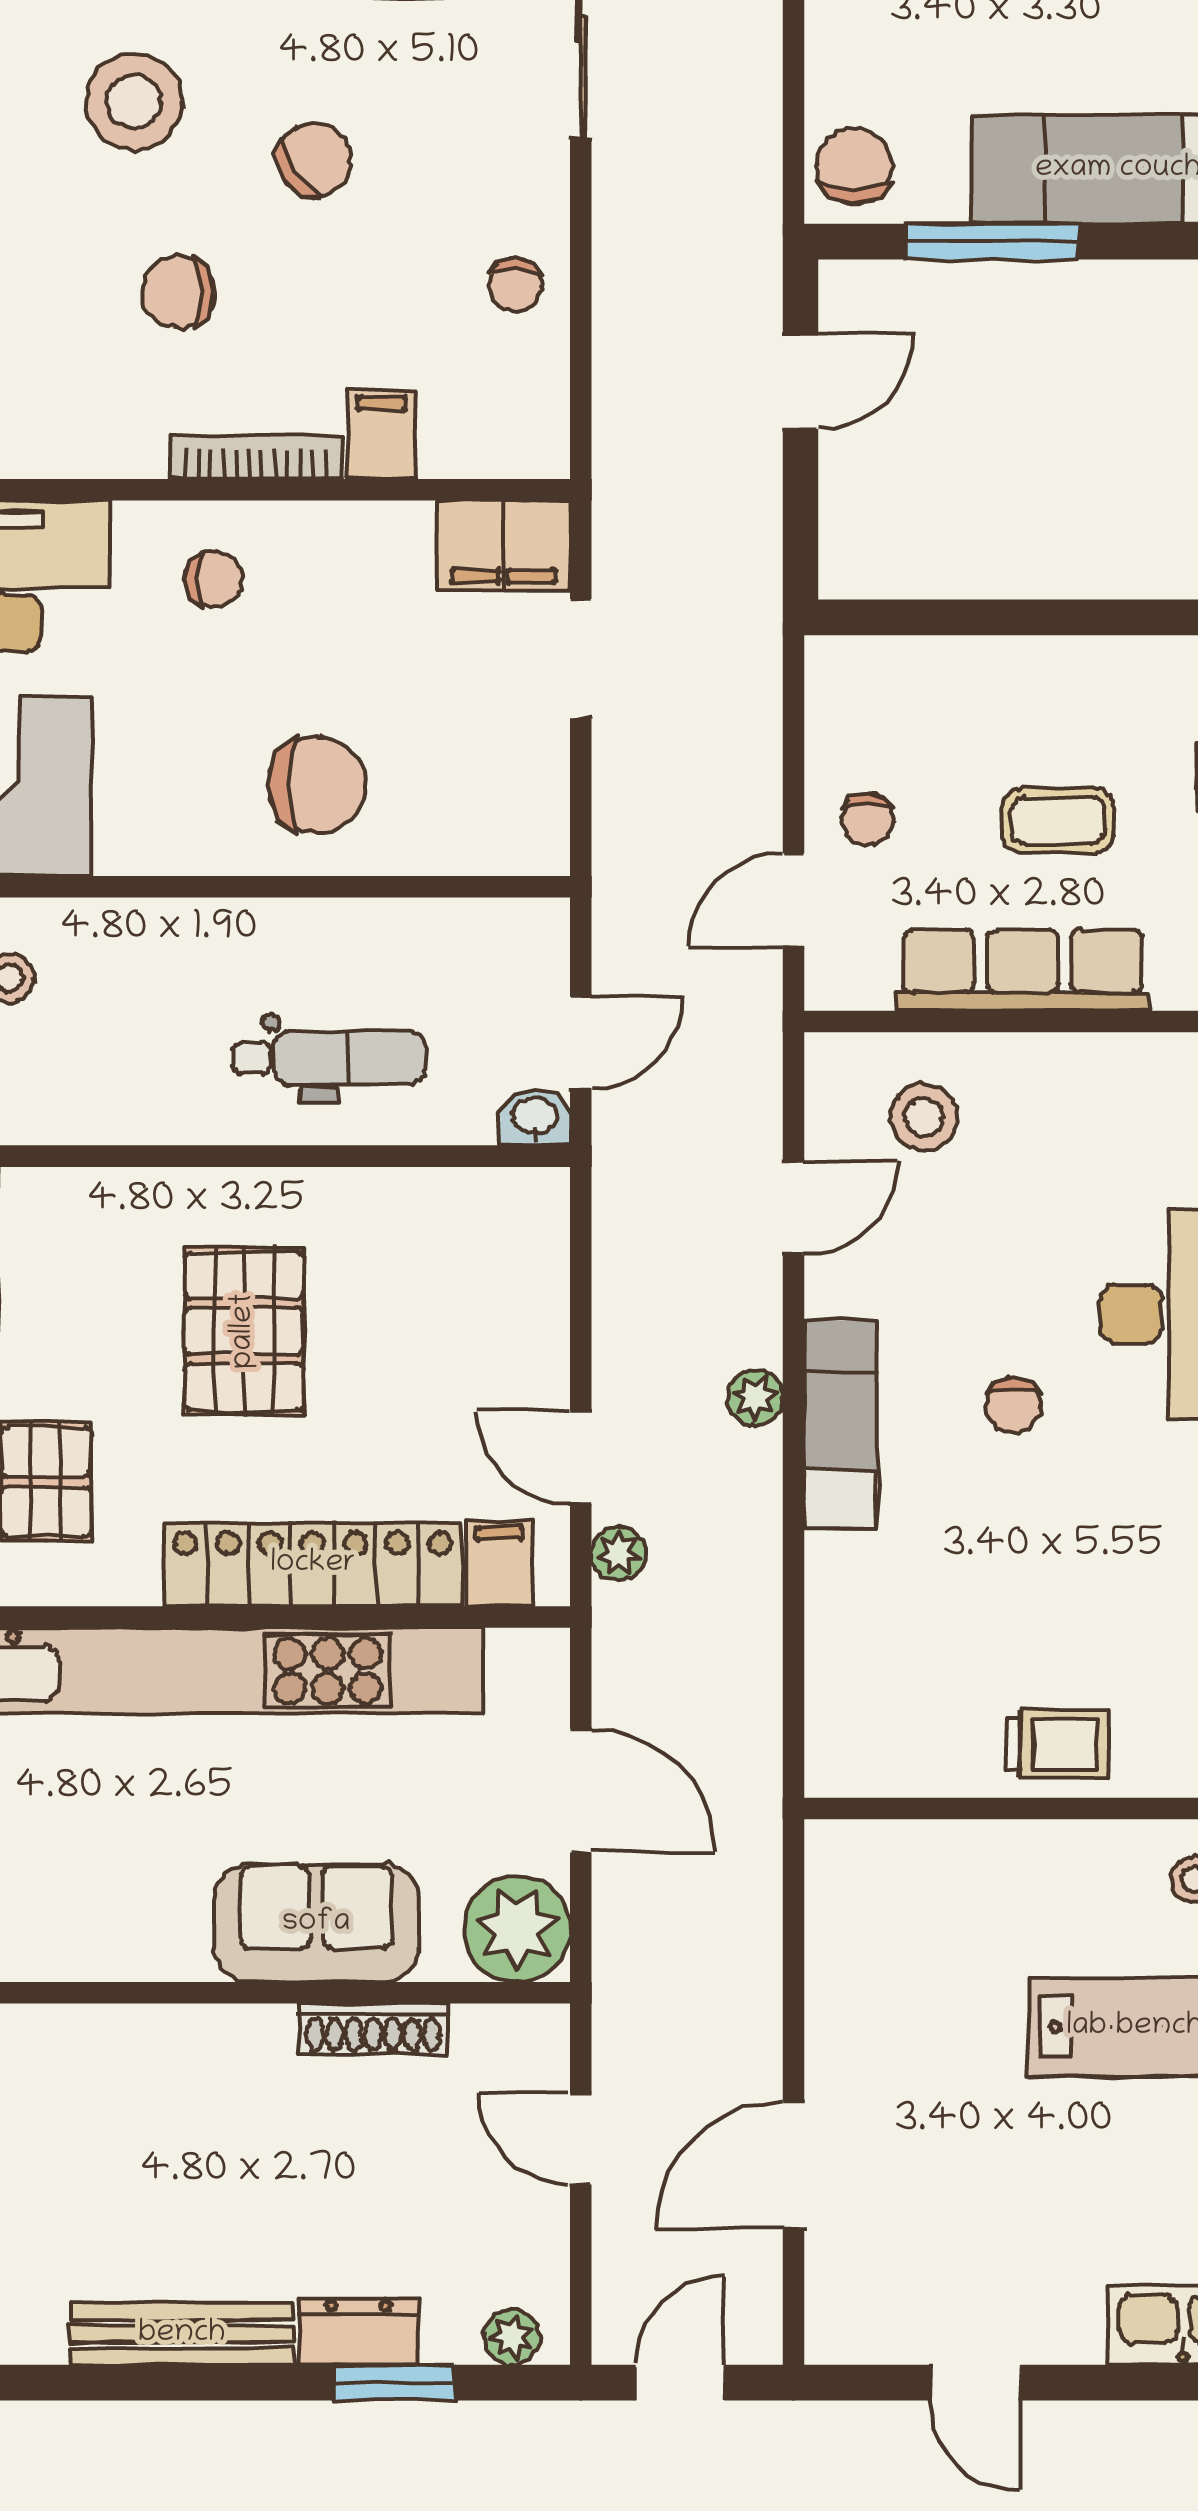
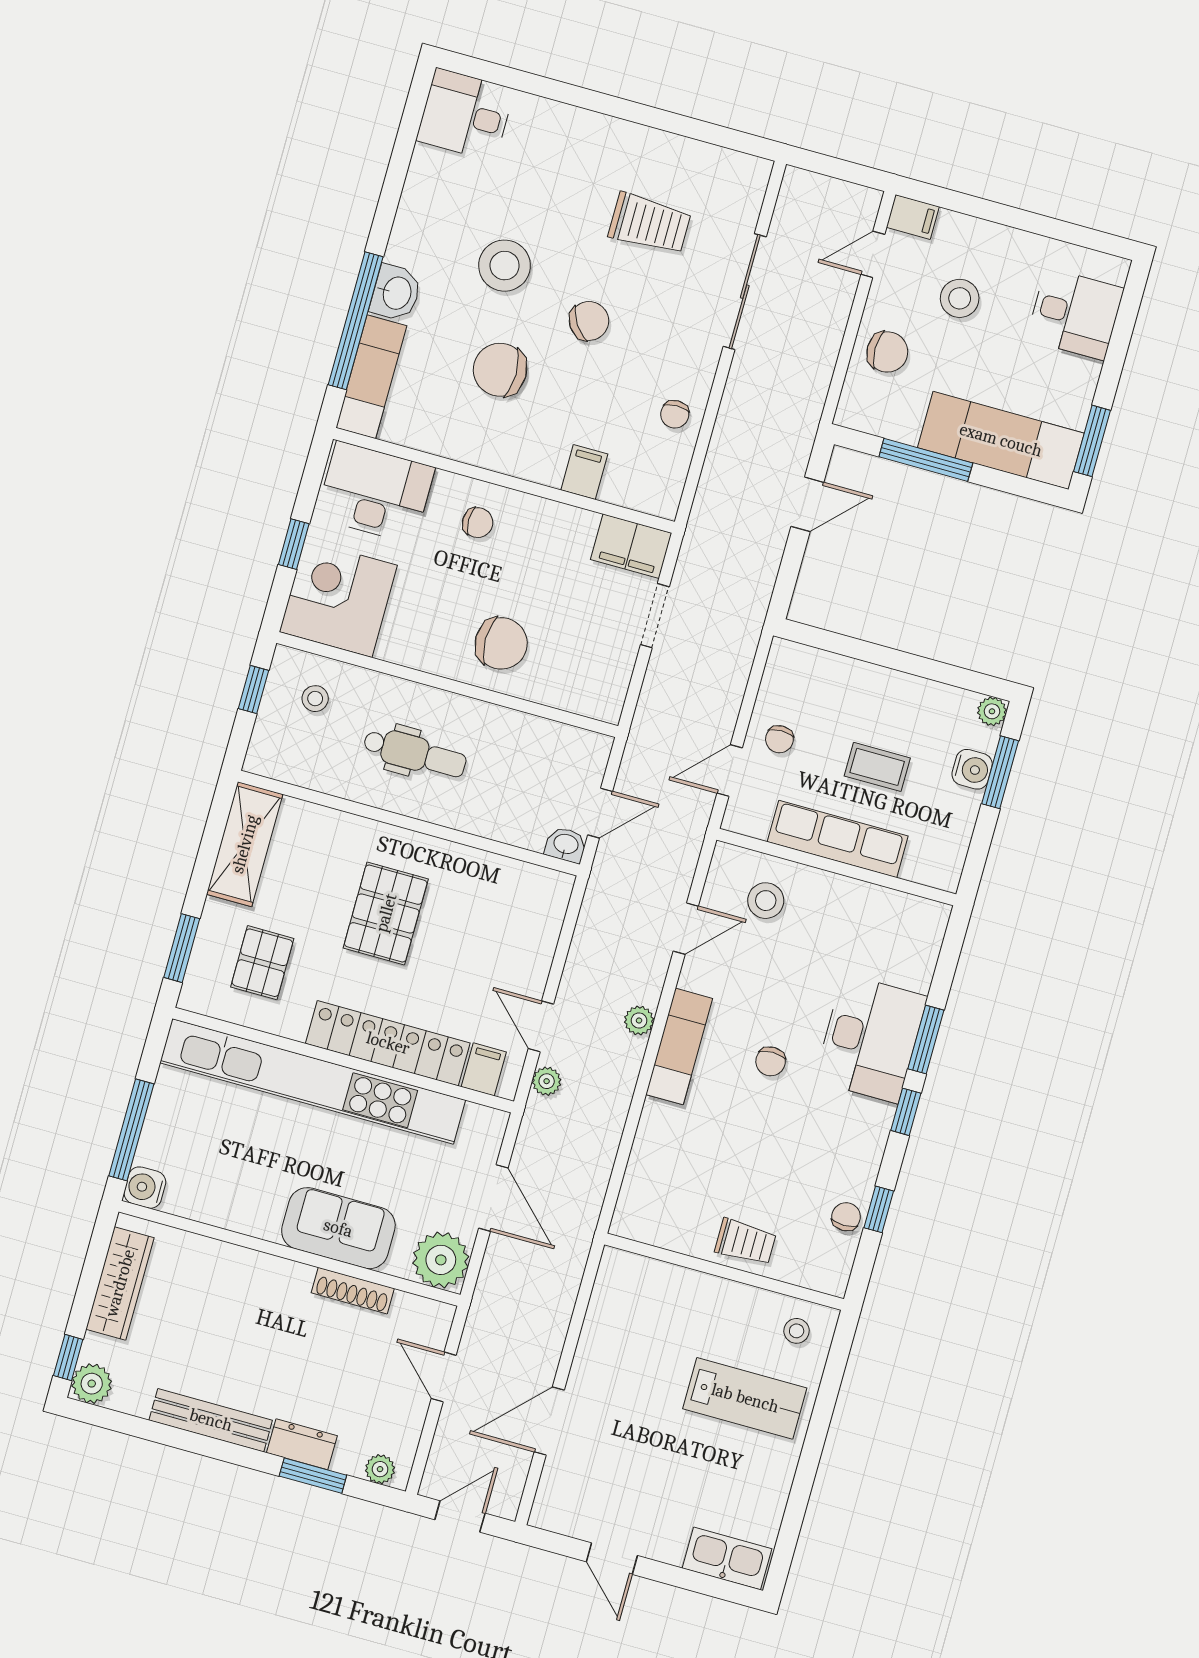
chair: (854, 166) -> (887, 352), moved, turned 90
chair: (178, 292) -> (500, 370), width x1.37, depth x1.37
bookcase: (256, 457) -> (517, 466), removed
dental chair: (329, 1058) -> (415, 753), moved

